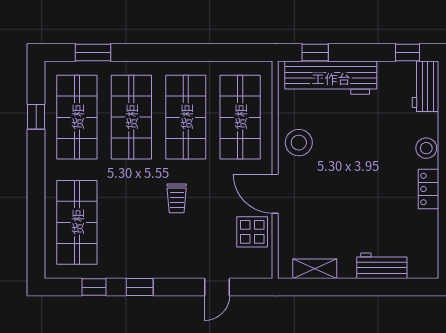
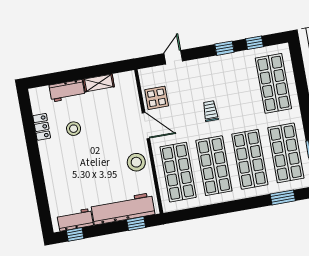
workbench: (425, 86) -> (75, 220), moved, turned -90
stool: (426, 148) -> (74, 129), moved
locker: (428, 189) -> (42, 127), moved
shelving: (315, 269) -> (99, 83), moved

